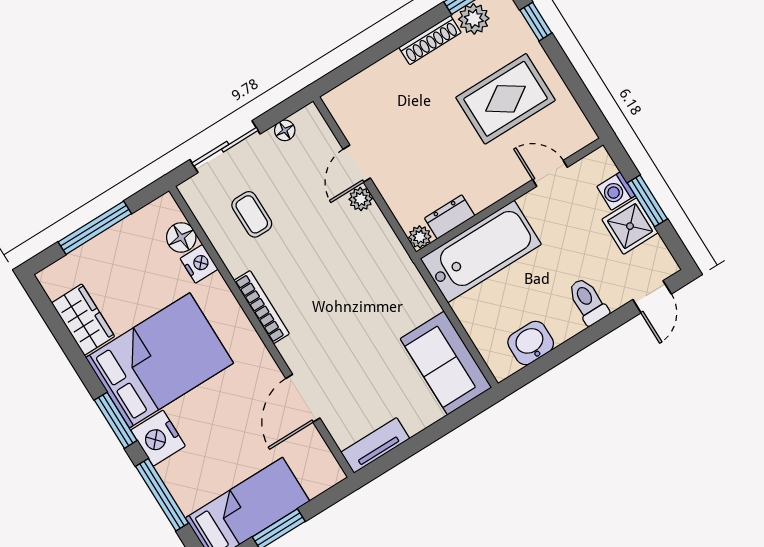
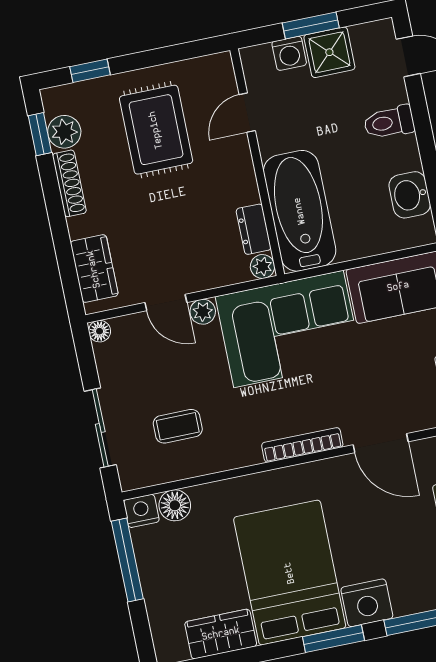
wardrobe: (363, 90) -> (94, 269), added
floor lamp: (285, 130) -> (100, 331), moved
window: (95, 228) -> (127, 560), moved
nightstand: (199, 264) -> (141, 511), moved
corner sofa: (373, 280) -> (288, 329), added
bookcase: (262, 307) -> (302, 445), moved

